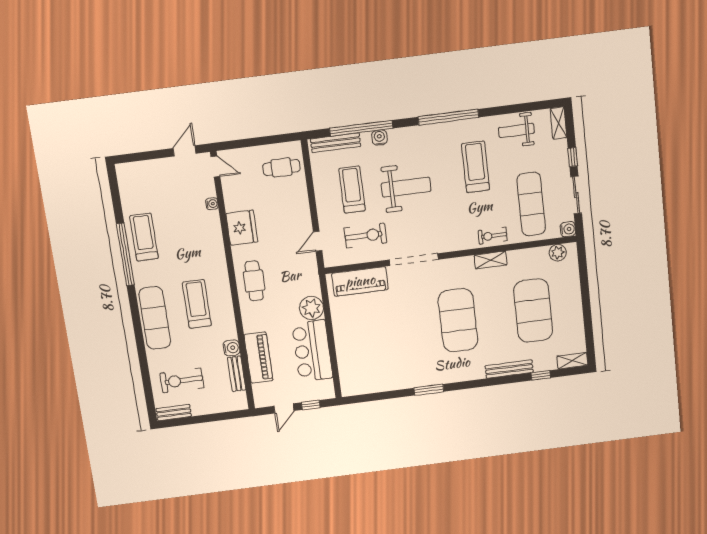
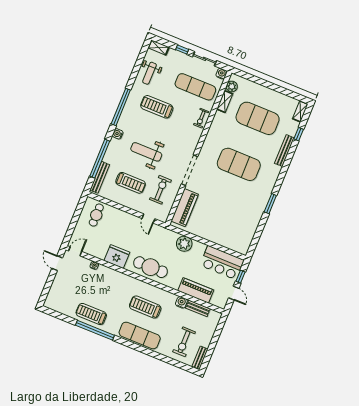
water cooler: (379, 138) -> (118, 134), moved
weight bench: (406, 187) -> (146, 152), turned -90
treadmill: (352, 190) -> (131, 183), turned 180
shelving: (491, 260) -> (225, 102), moved
cafe table: (254, 281) -> (151, 267), width x1.37, depth x1.35
bar counter: (312, 351) -> (222, 263), moved

